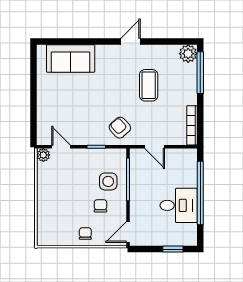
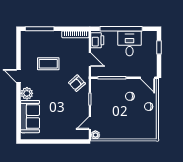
plant: (188, 54) -> (27, 93), moved
door: (155, 147) -> (90, 60), hinge flipped
printer: (183, 158) -> (97, 40), added
side table: (108, 181) -> (113, 91), removed

